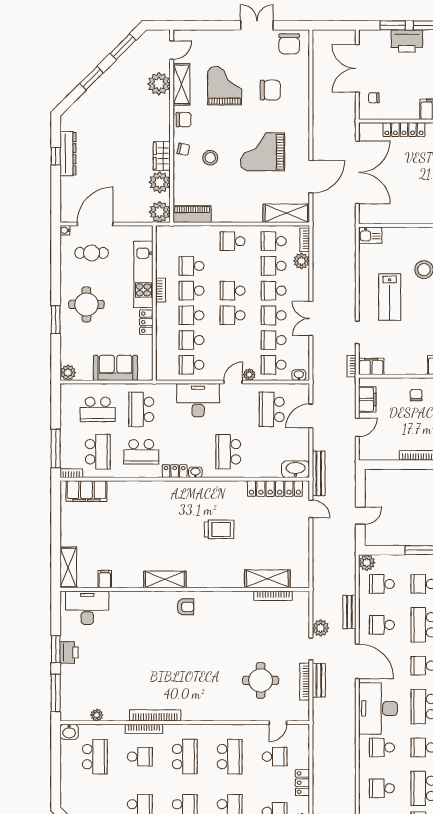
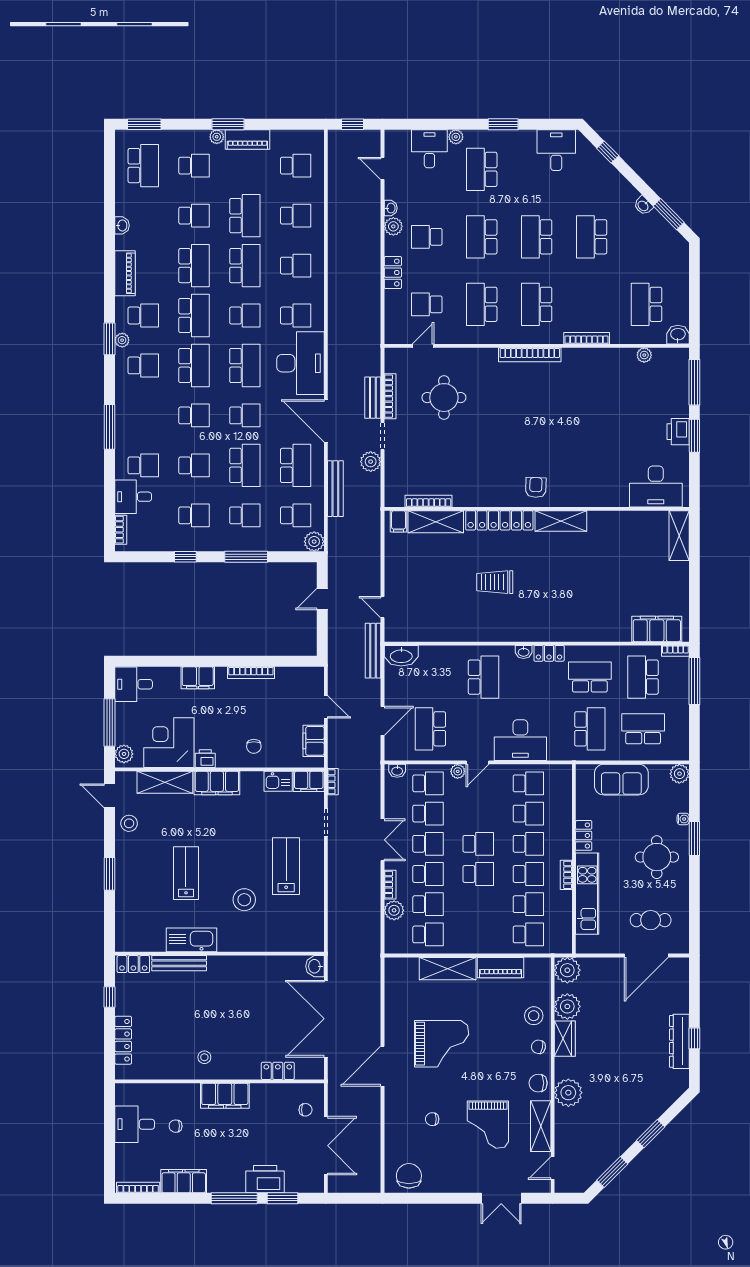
double door: (257, 25) -> (501, 1198), moved
plant: (159, 84) -> (568, 1093), moved
chair: (270, 90) -> (432, 1119), width x0.54, depth x0.54
locker: (404, 130) -> (278, 1071), width x0.66
stool: (210, 158) -> (534, 1016), moved
door: (311, 177) -> (382, 1066), moved
shelving: (286, 213) -> (448, 969), moved
piano: (192, 214) -> (500, 968), moved
washbasin: (366, 215) -> (315, 966), added
water cooler: (65, 230) -> (683, 819), moved
kitchen sink: (370, 235) -> (278, 781), moved, turned 180
bookcase: (305, 240) -> (390, 885), moved
school desk: (233, 241) -> (528, 934), moved
school desk: (272, 409) -> (430, 729), turned 180
door: (357, 427) -> (326, 707), swing flipped
locker: (275, 489) -> (499, 520), moved, turned 180
filing cabinet: (105, 579) -> (399, 521), moved
armchair: (185, 607) -> (536, 487), turned 92
bench: (349, 612) -> (335, 489), width x1.36
school desk: (382, 625) -> (296, 465), width x1.85
bookcase: (155, 715) -> (530, 355), moved
school desk: (140, 757) -> (592, 304), removed

